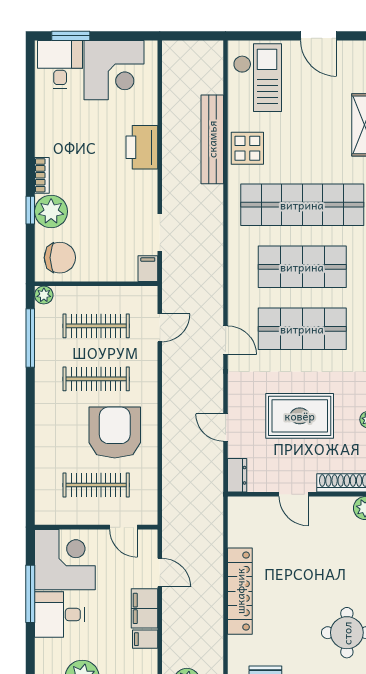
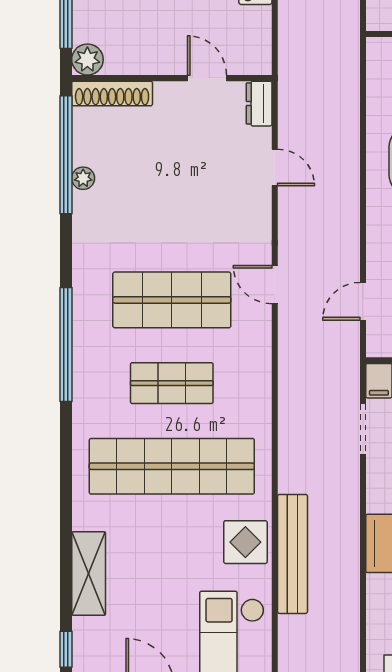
shop shelf: (302, 267) -> (172, 383), width x0.70, depth x0.74
rug: (300, 416) -> (175, 183), removed
door: (294, 494) -> (207, 78), moved

